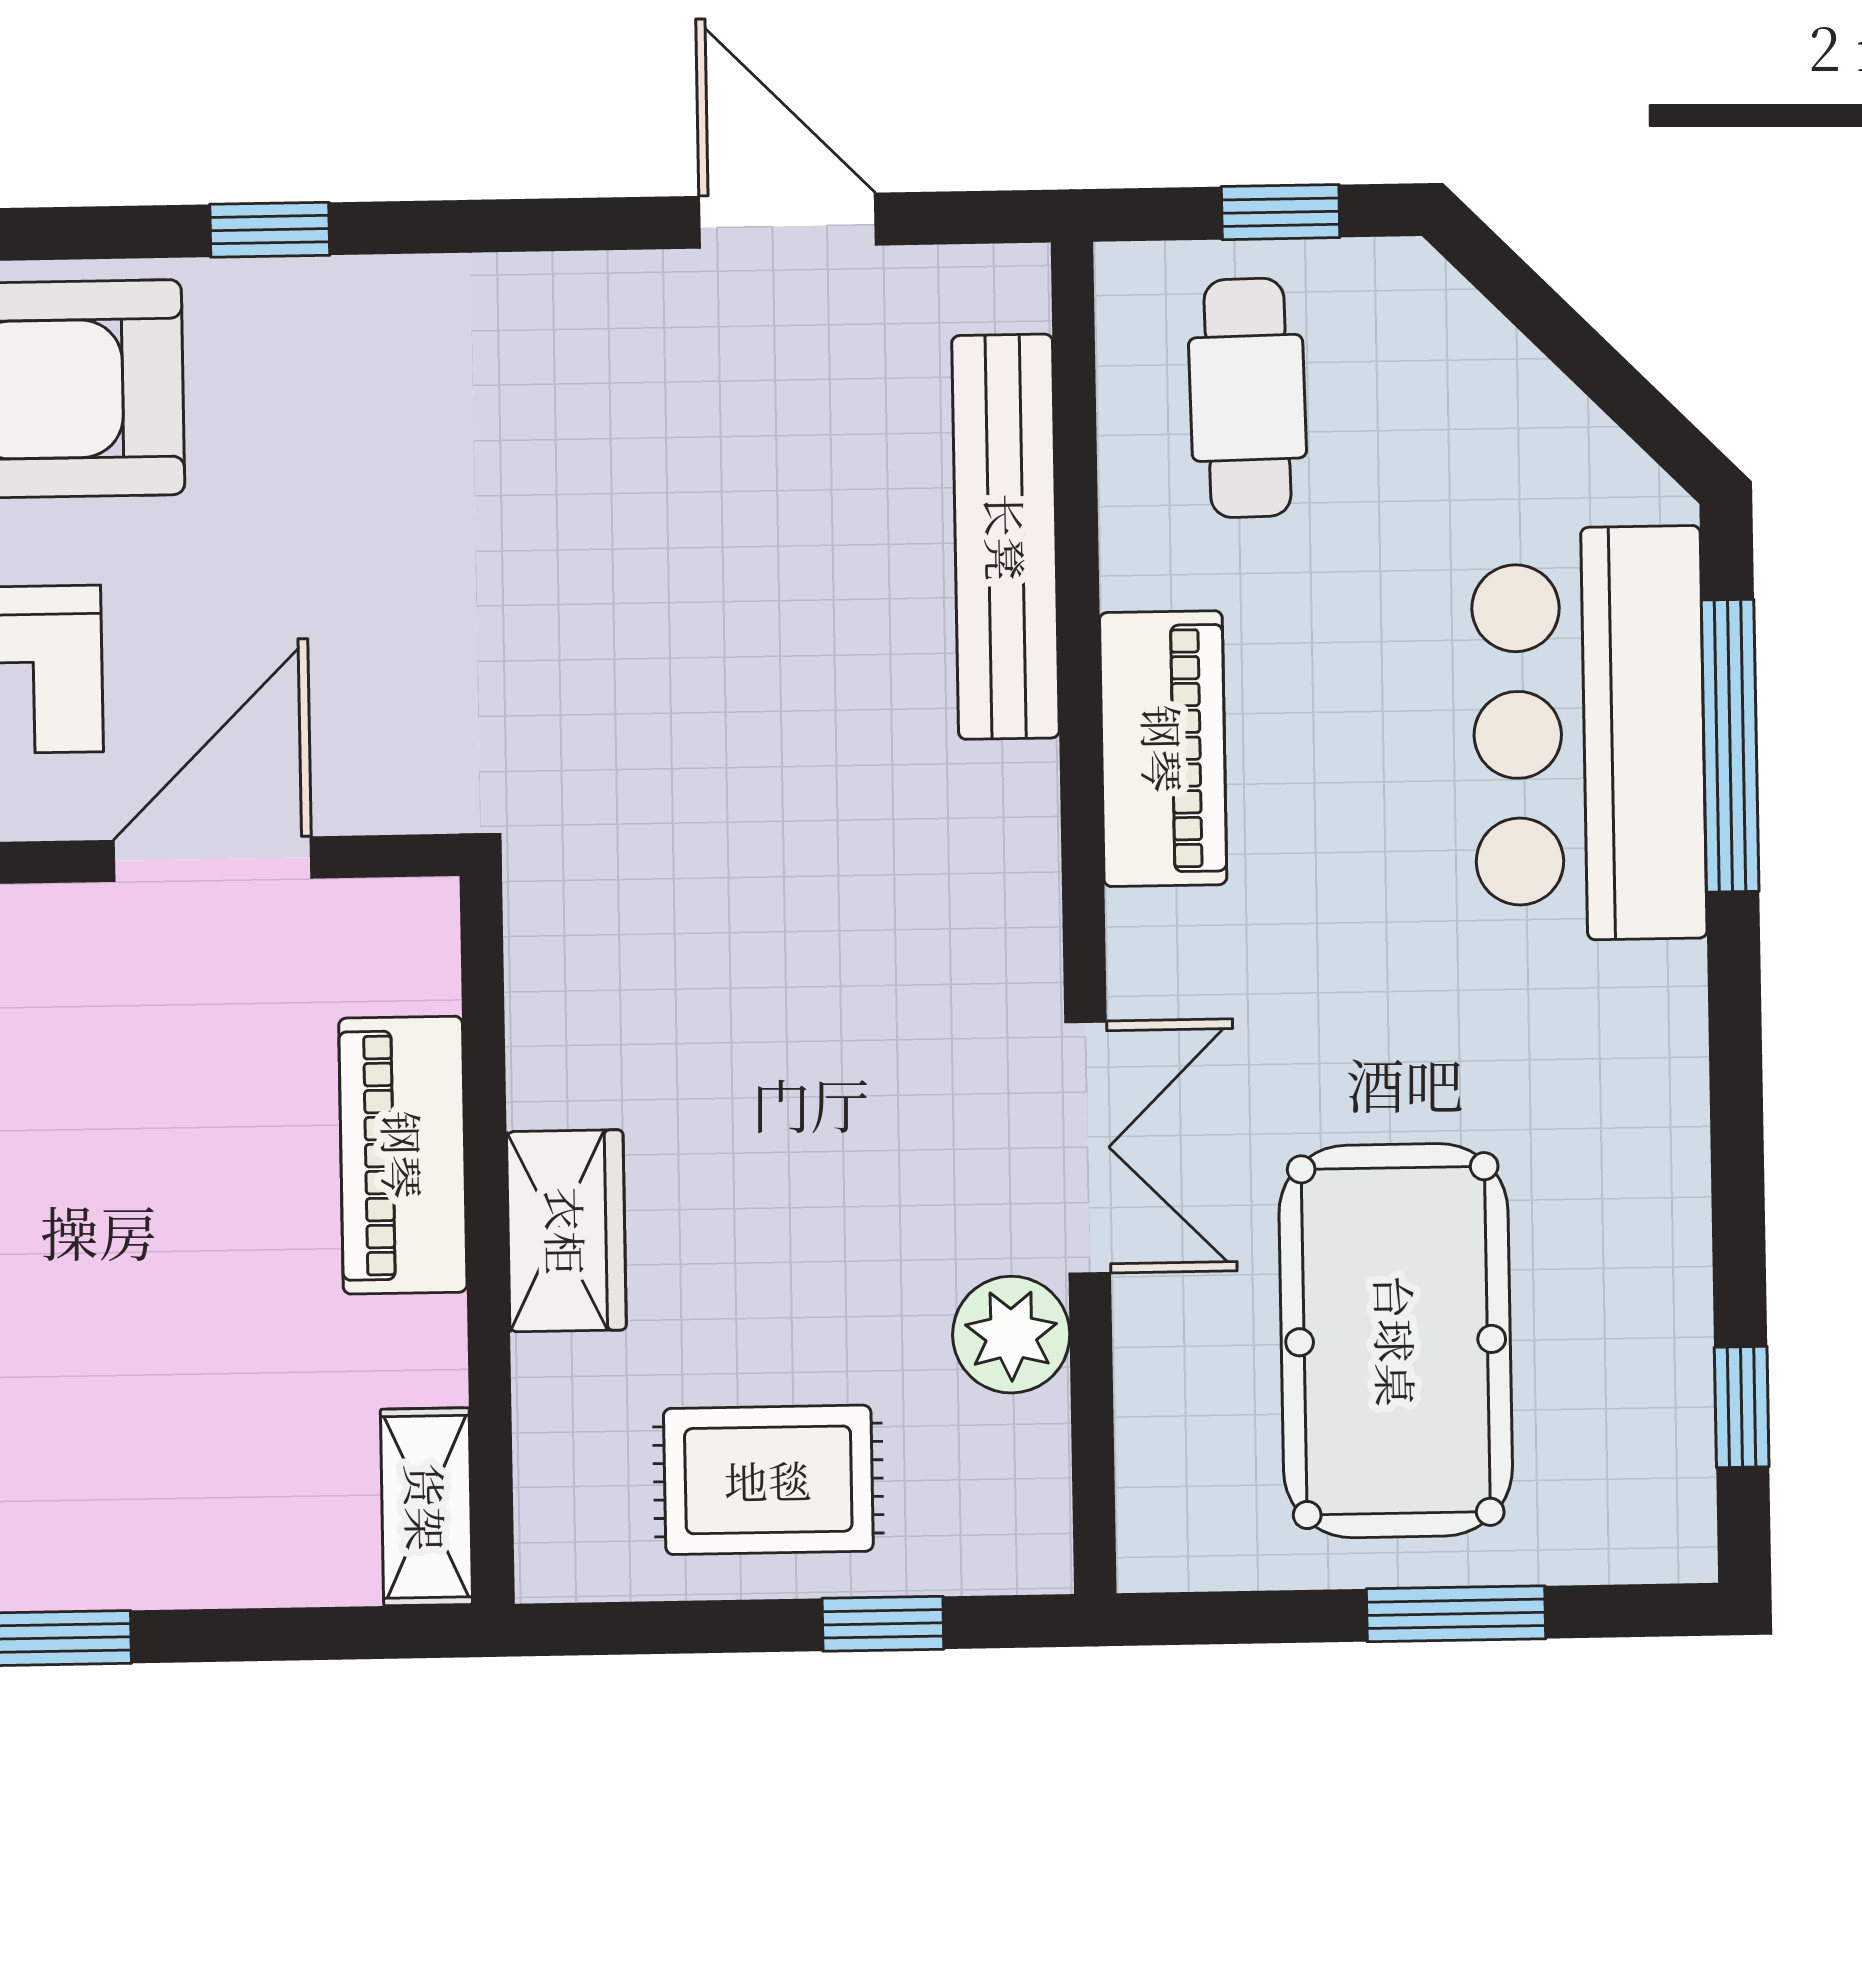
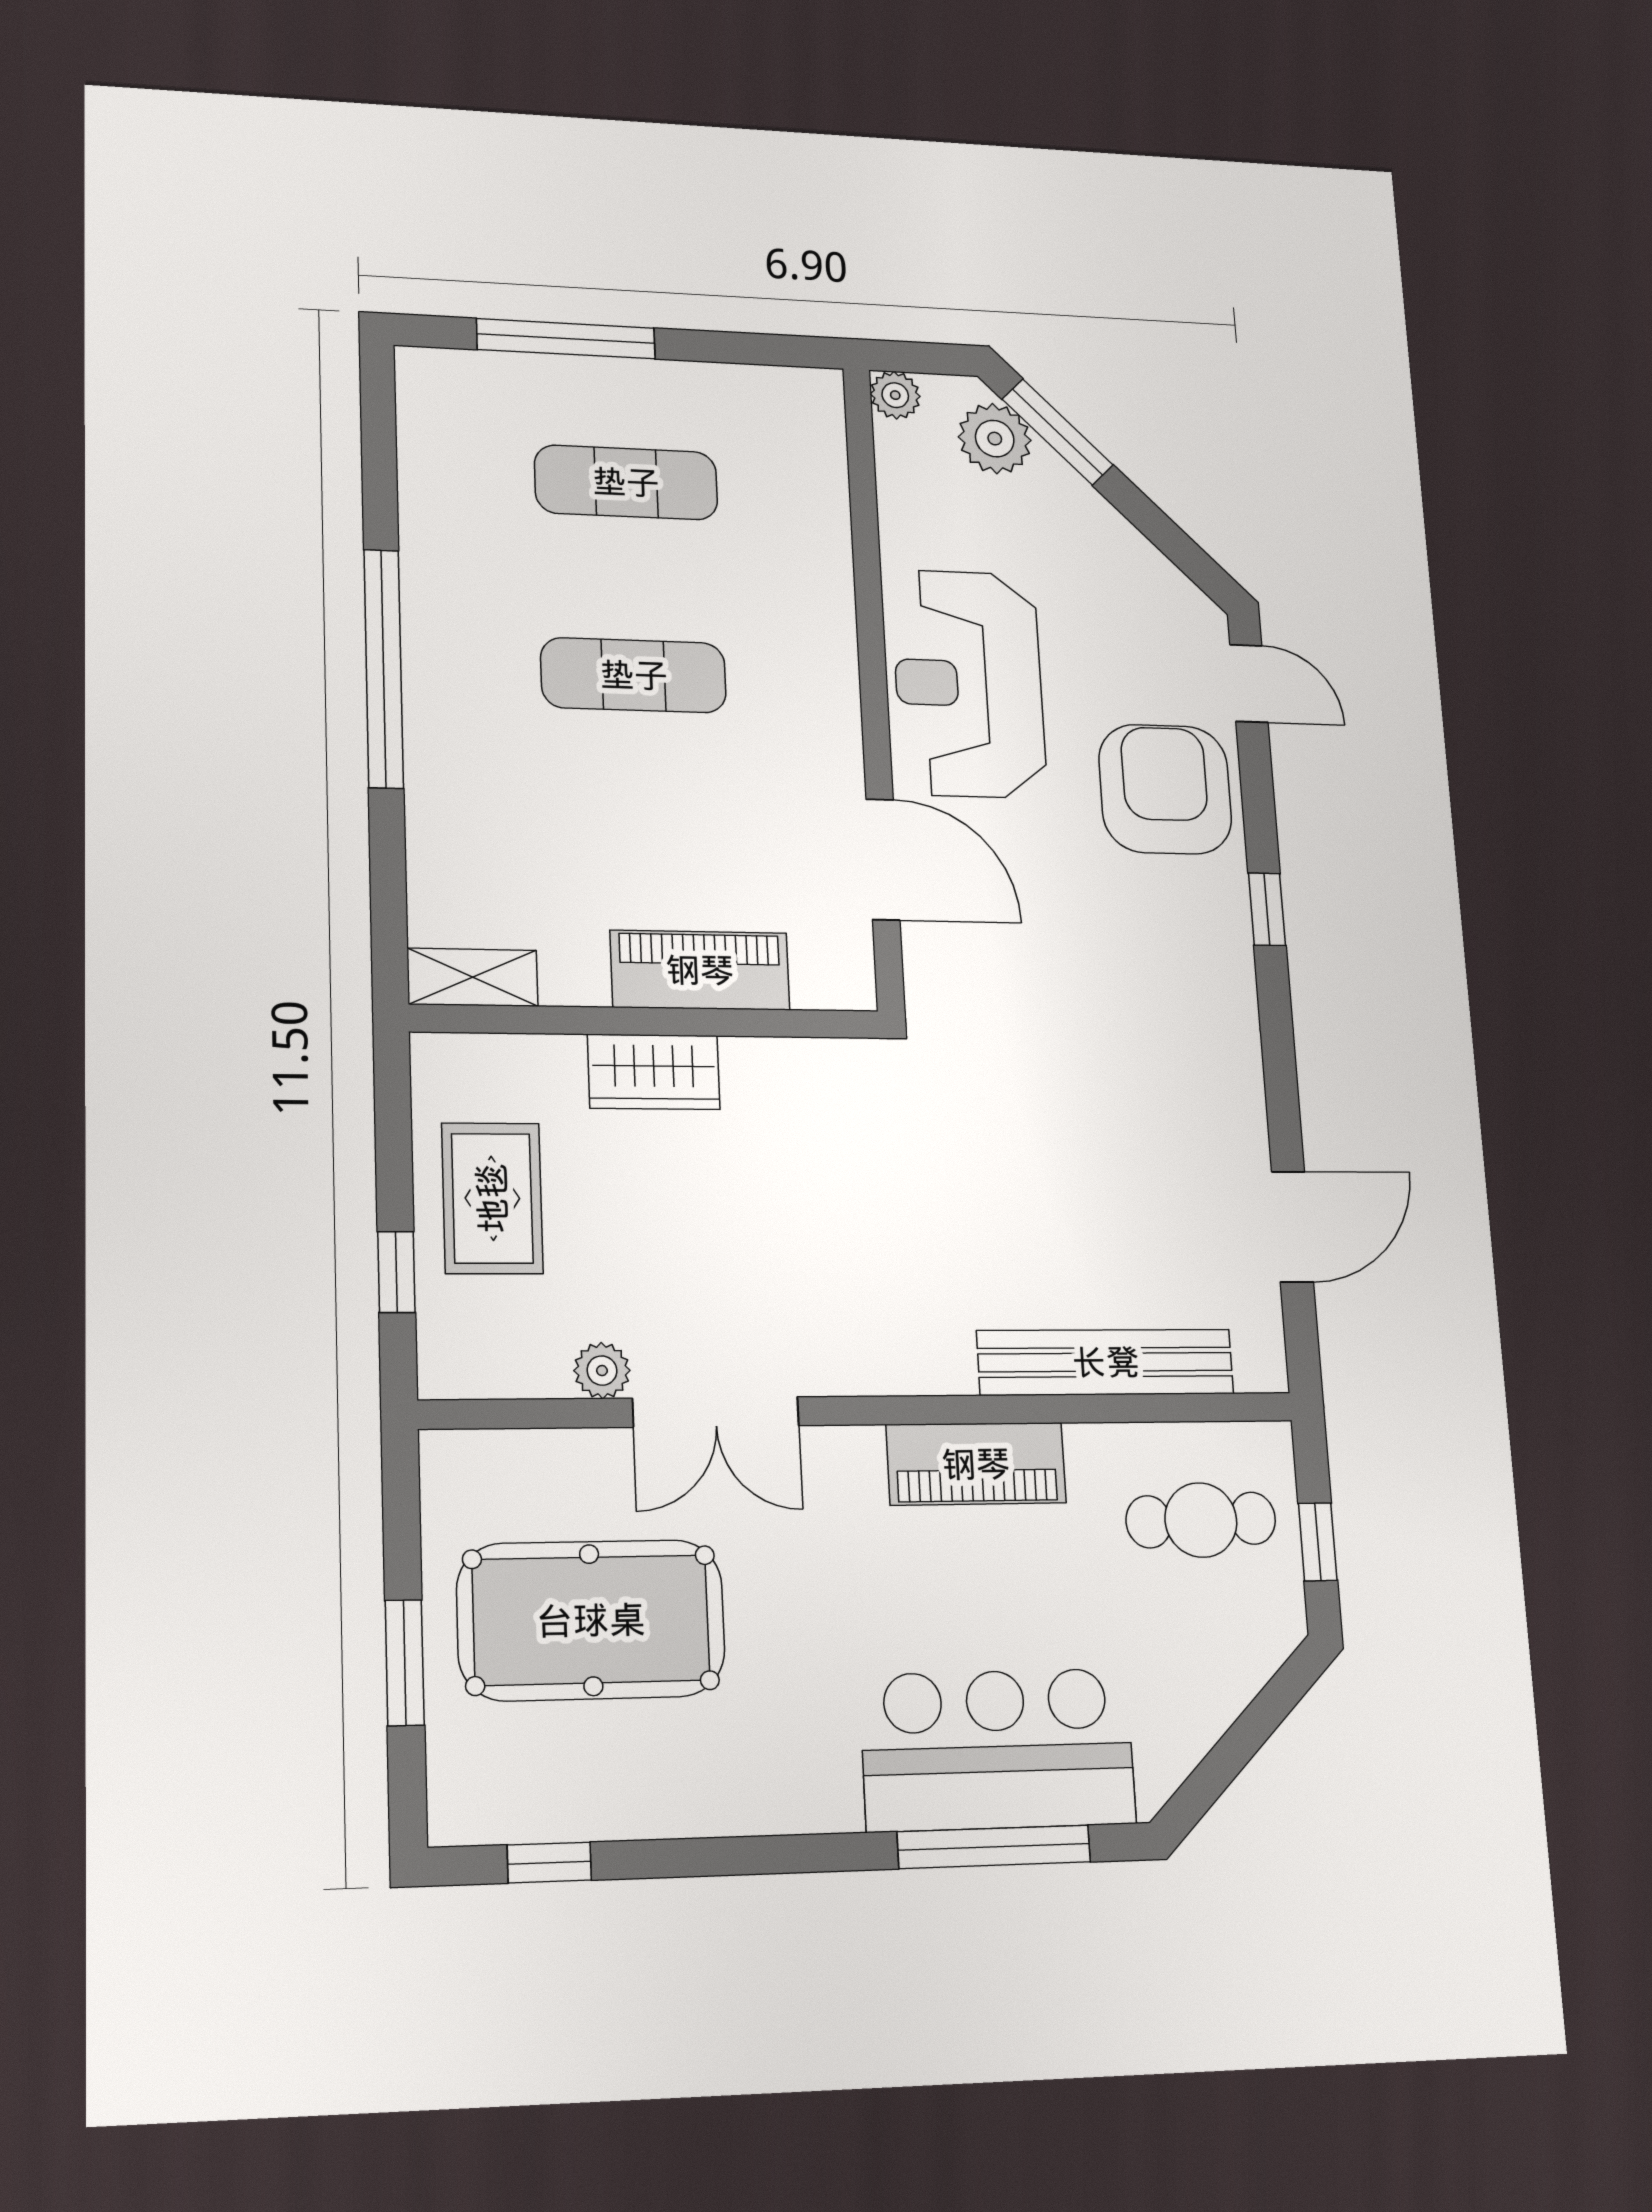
plant: (1011, 1335) -> (602, 1371), width x0.73, depth x0.73

